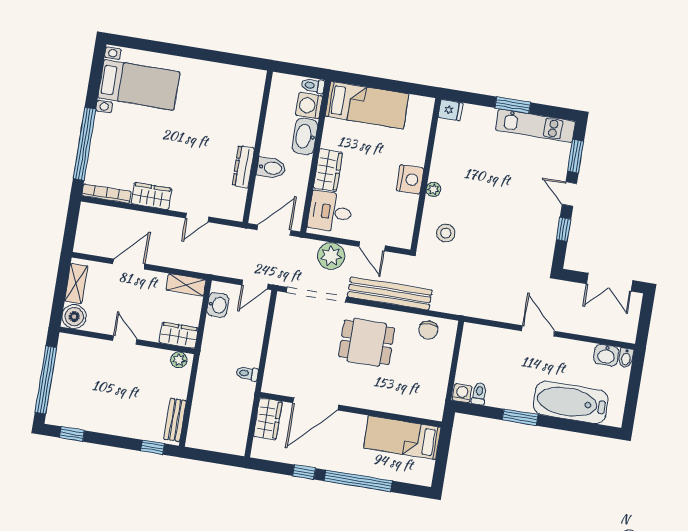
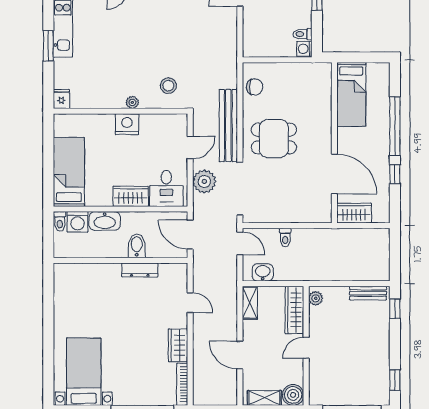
wardrobe: (179, 335) -> (294, 310), width x1.50
dining table: (367, 342) -> (274, 139), turned 90
toilet: (247, 374) -> (285, 237), moved

